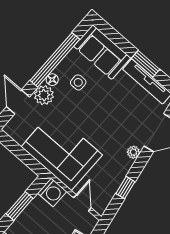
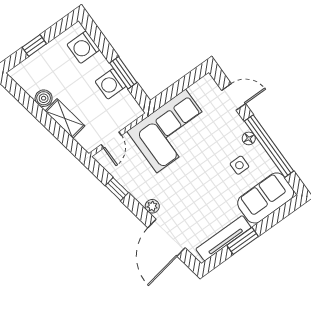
plant: (44, 95) -> (234, 126), removed
washing machine: (52, 192) -> (110, 84), moved
door: (82, 203) -> (111, 140), hinge flipped

